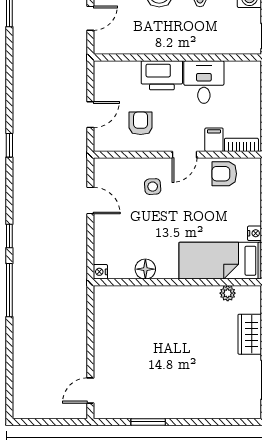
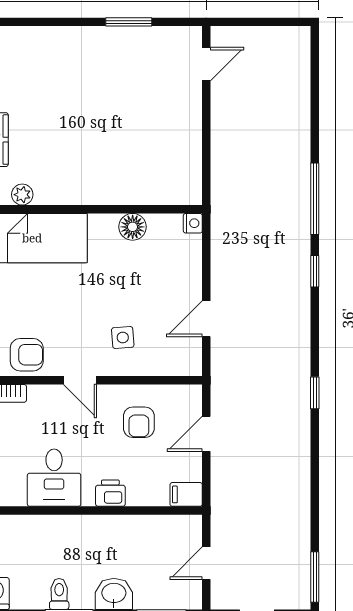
printer: (162, 75) -> (110, 493), width x0.53, depth x0.68
filing cabinet: (214, 140) -> (186, 494), moved, turned 90
door: (185, 155) -> (80, 380), swing flipped
door: (90, 201) -> (206, 319), hinge flipped

